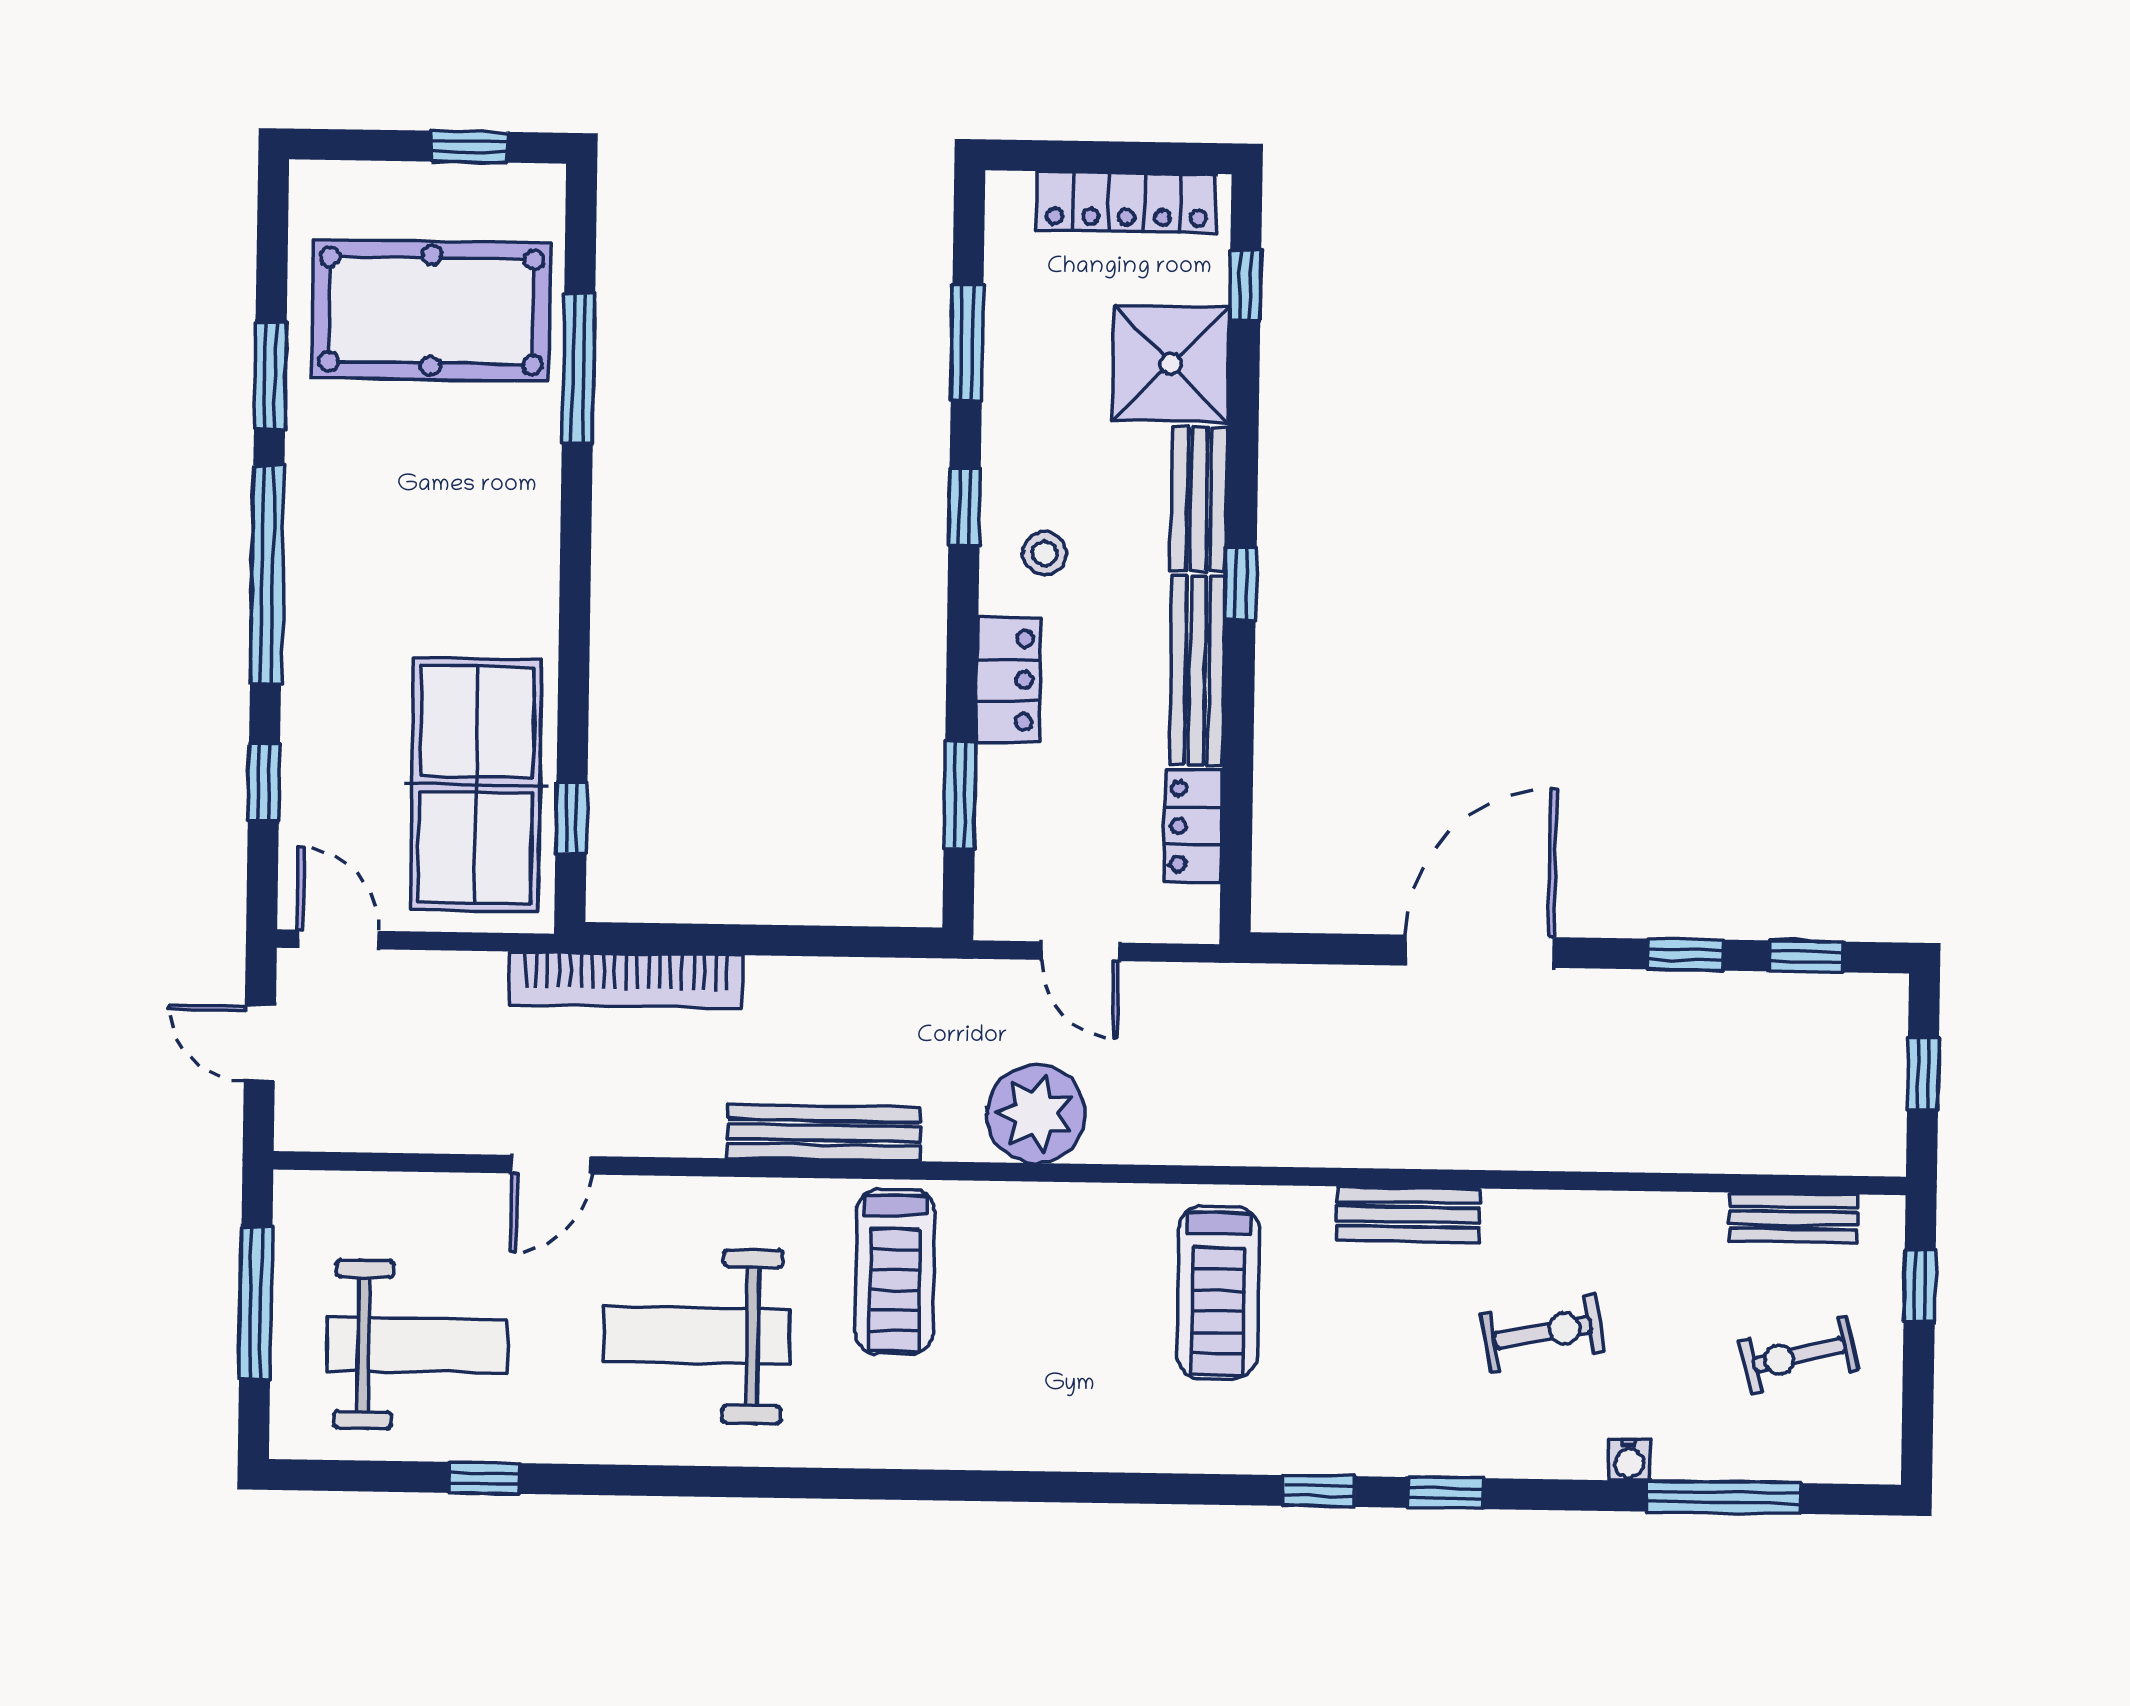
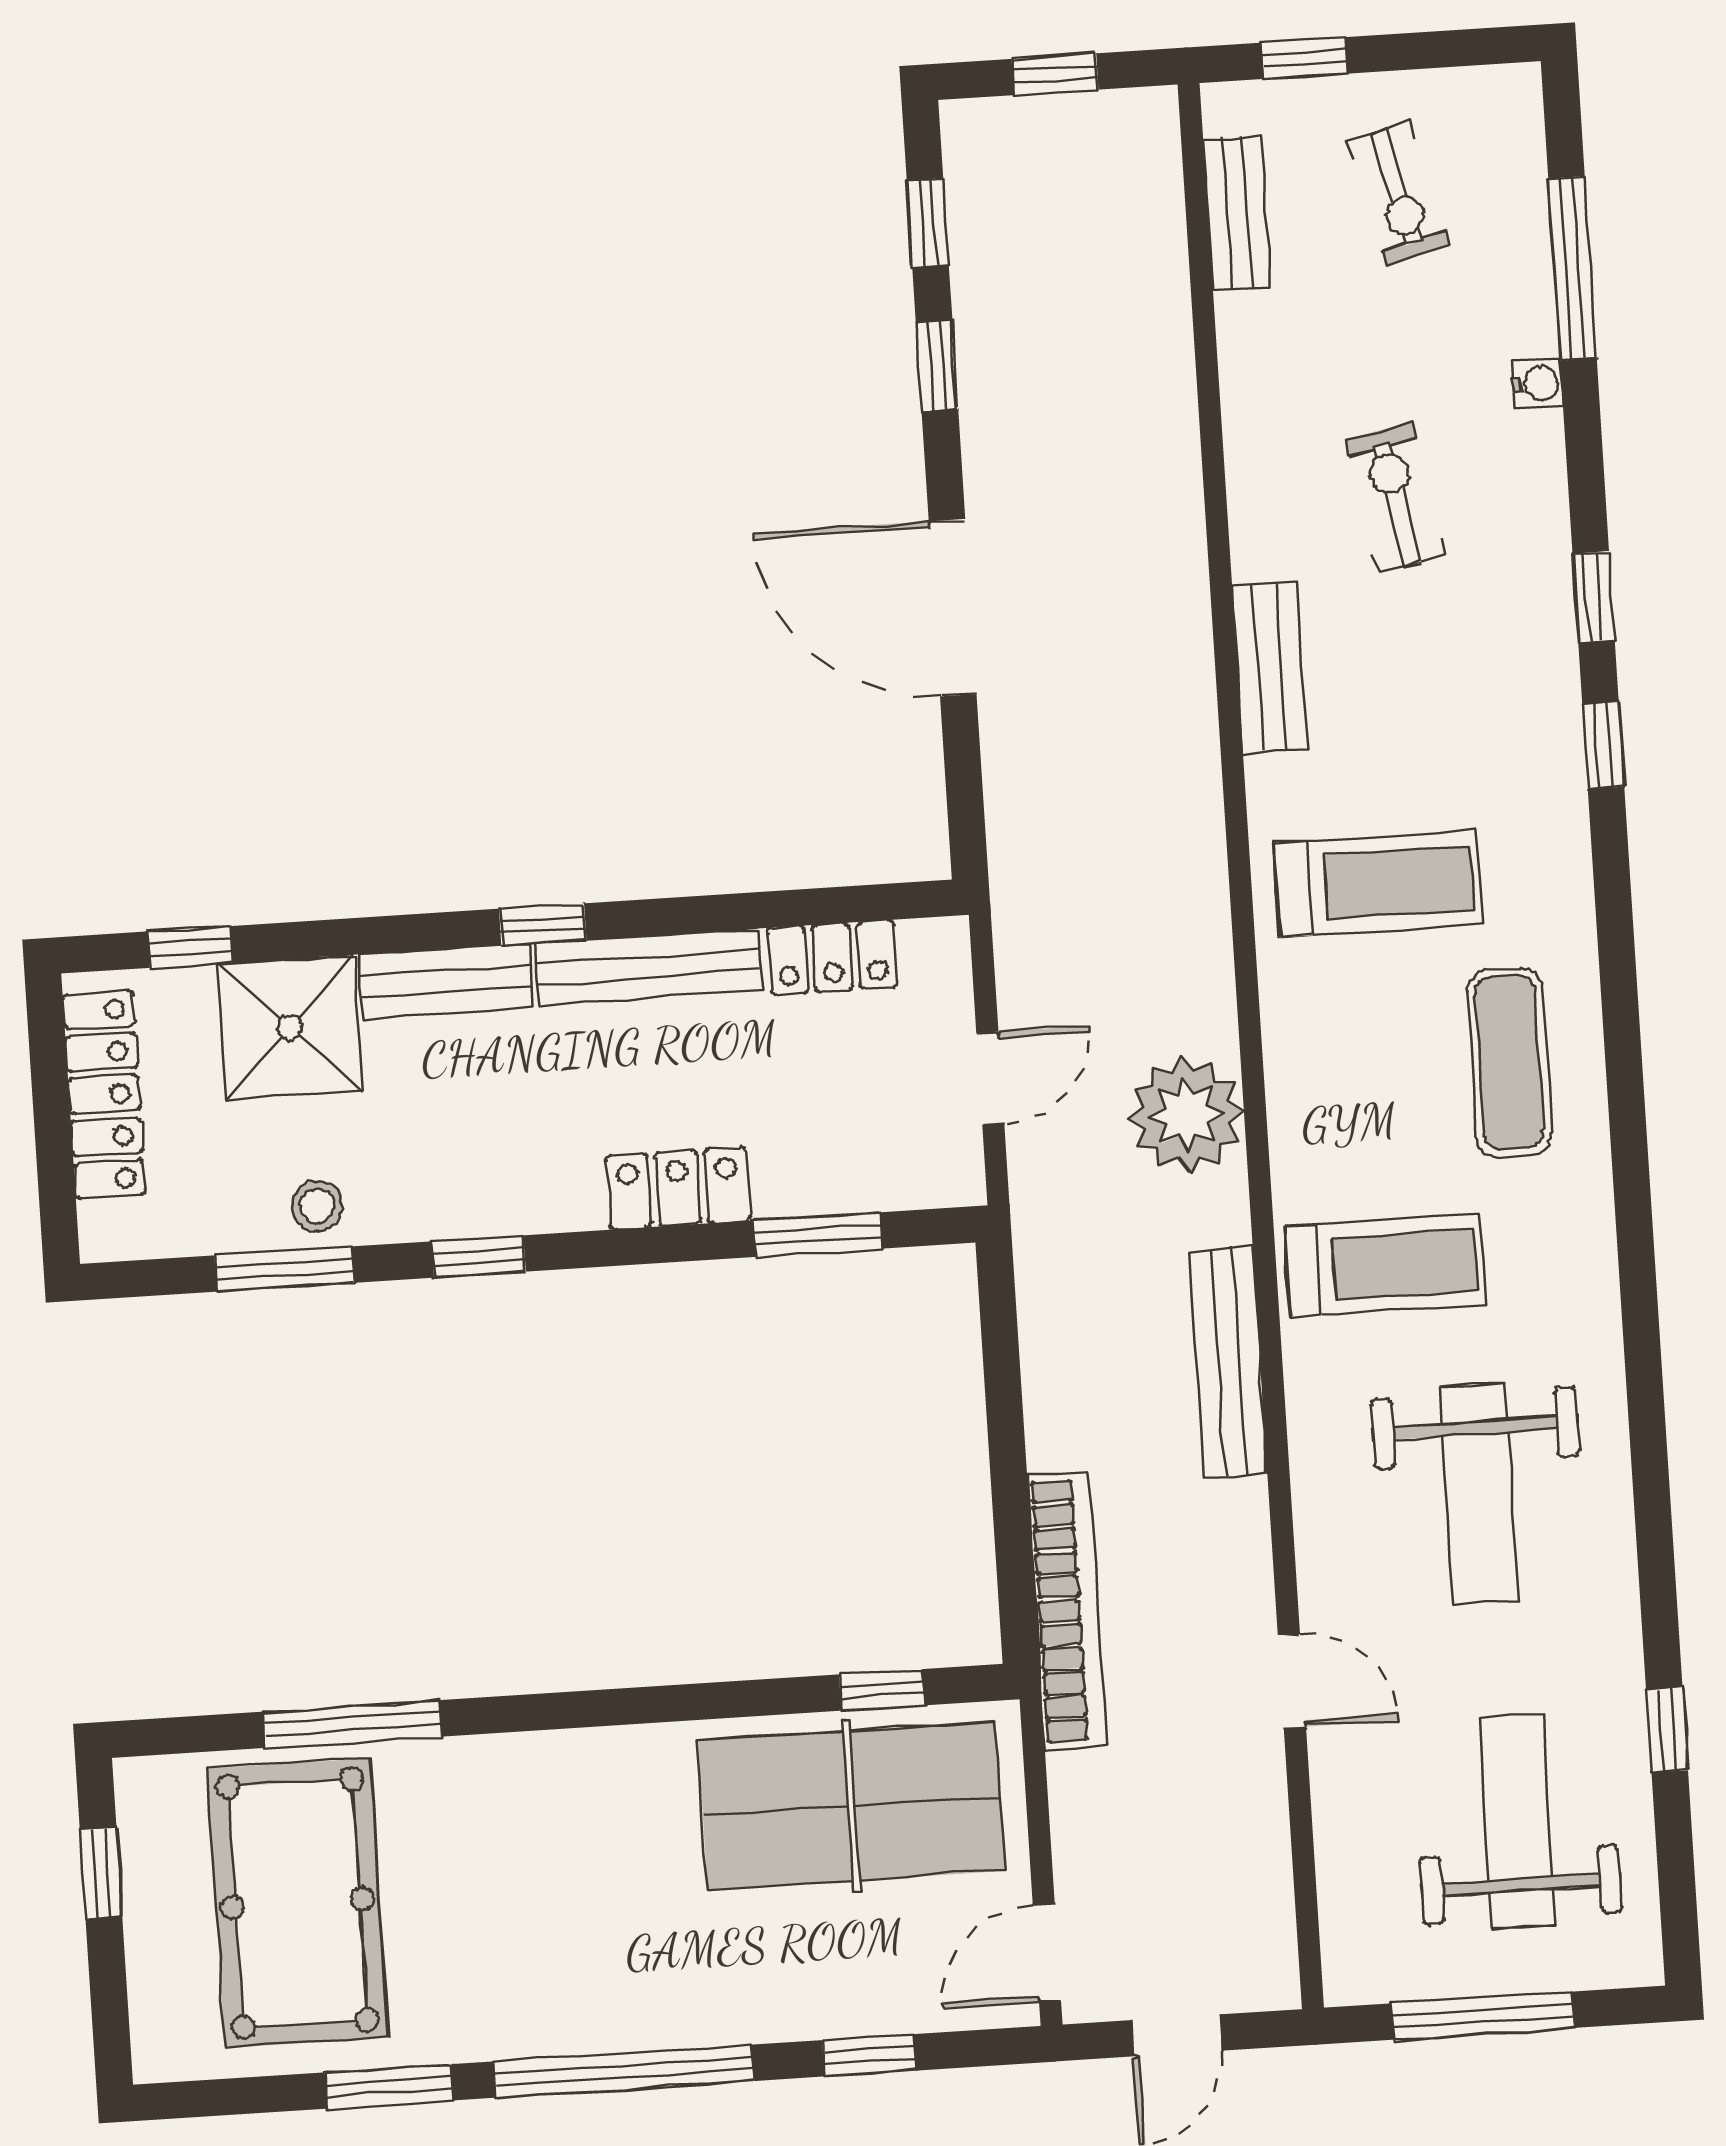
stool: (1045, 553) -> (317, 1206), moved
exercise mat: (1058, 1390) -> (1509, 1063), added

